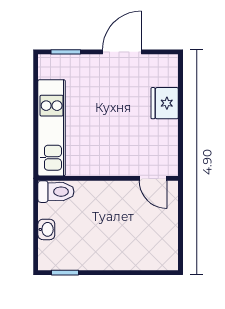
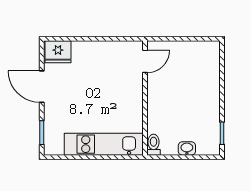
fridge: (165, 103) -> (58, 52), moved
toilet: (56, 192) -> (154, 145), width x0.73, depth x0.72

